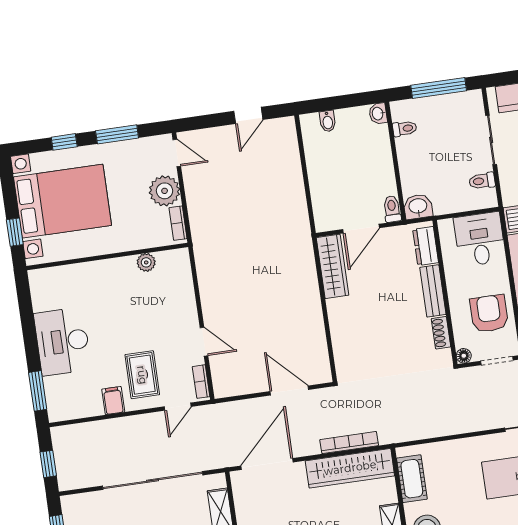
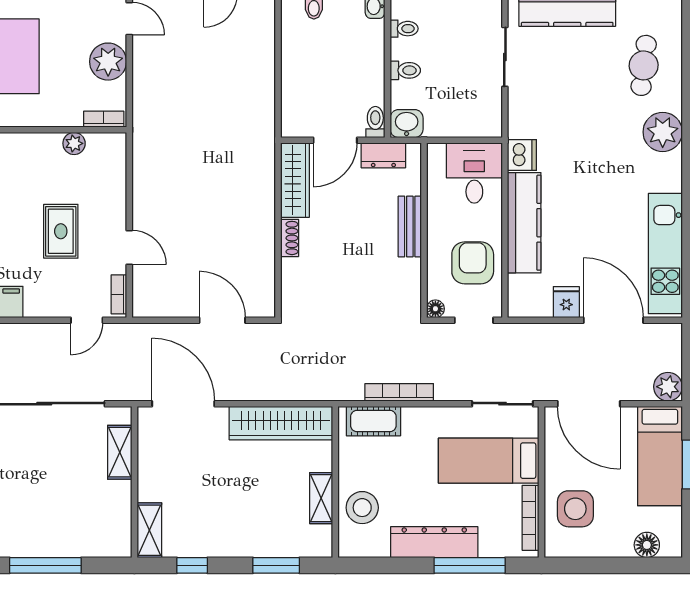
toilet: (482, 181) -> (405, 70), moved, turned 180
bookcase: (178, 223) -> (104, 119), moved, turned 90
dresser: (426, 246) -> (383, 155), moved, turned -90
shoe rack: (441, 333) -> (290, 238), moved, turned 180
rug: (142, 375) -> (61, 231), moved
bookcase: (349, 443) -> (399, 392), moved
door: (267, 464) -> (183, 404), hinge flipped
cot: (412, 479) -> (373, 421), moved, turned 90

